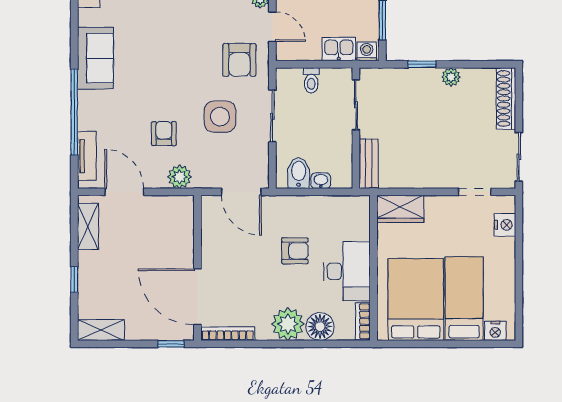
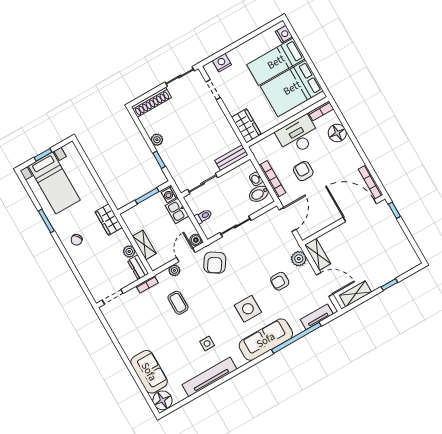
boiler: (285, 52) -> (196, 240), added
sofa: (95, 58) -> (266, 340), width x1.36
armchair: (239, 60) -> (215, 263), turned 123
side table: (220, 117) -> (248, 309), moved
door: (124, 192) -> (325, 285), swing flipped
bookcase: (308, 203) -> (272, 179), added
door: (197, 297) -> (360, 211), swing flipped
plant: (288, 324) -> (346, 152), removed
shelving: (101, 330) -> (318, 254), moved

